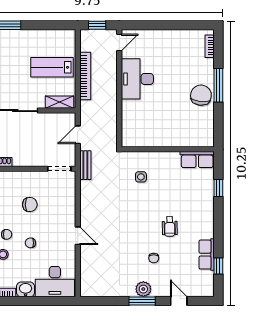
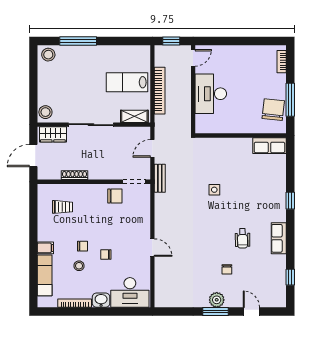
wall: (168, 149) -> (241, 136), moved
row of seats: (197, 160) -> (269, 146), moved
chair: (30, 205) -> (115, 196), moved
row of seats: (207, 255) -> (279, 238), moved

